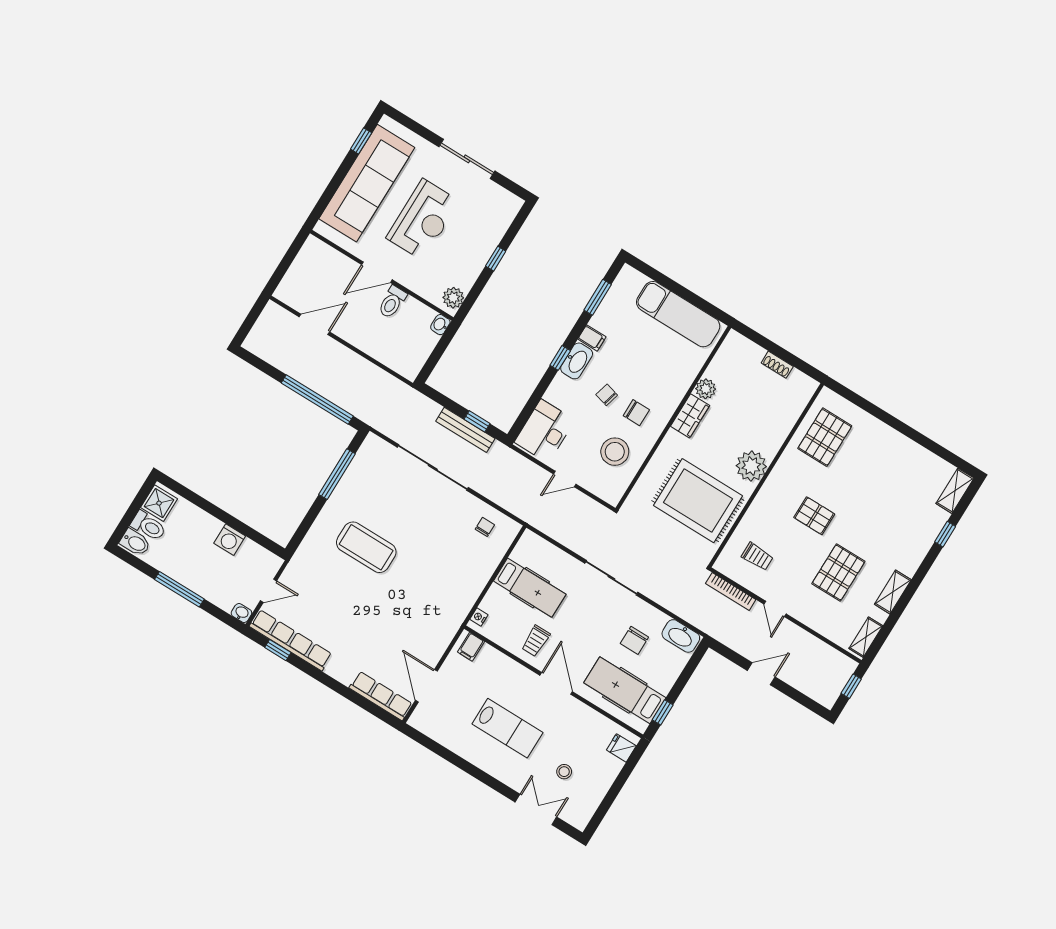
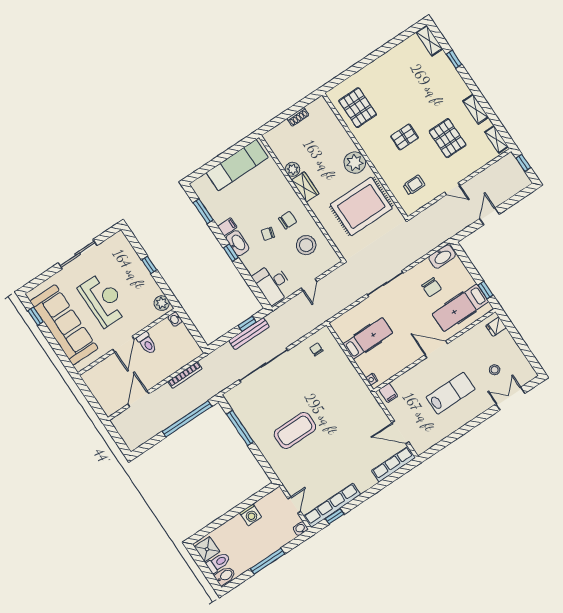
bookcase: (731, 592) -> (185, 375), moved
trolley: (536, 641) -> (403, 350), removed

